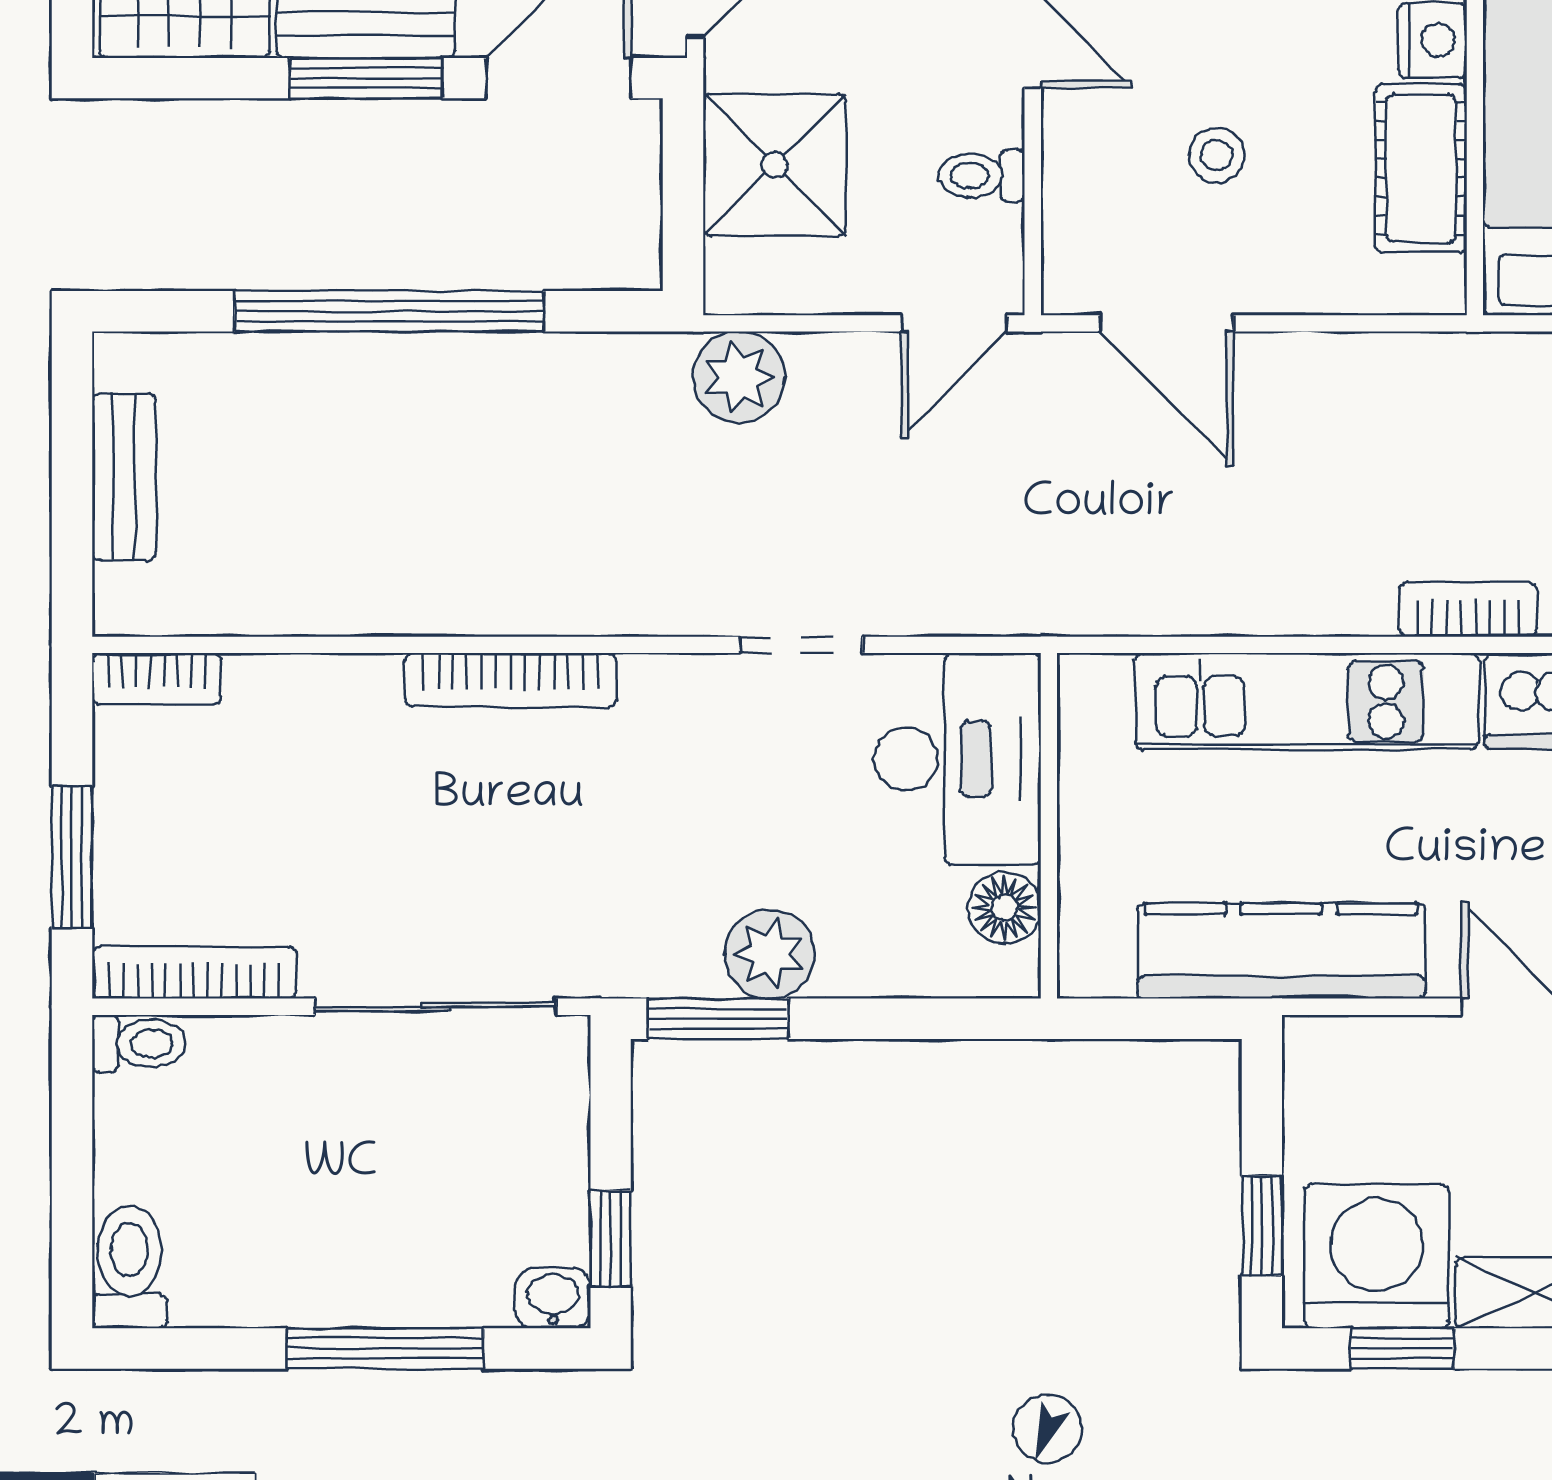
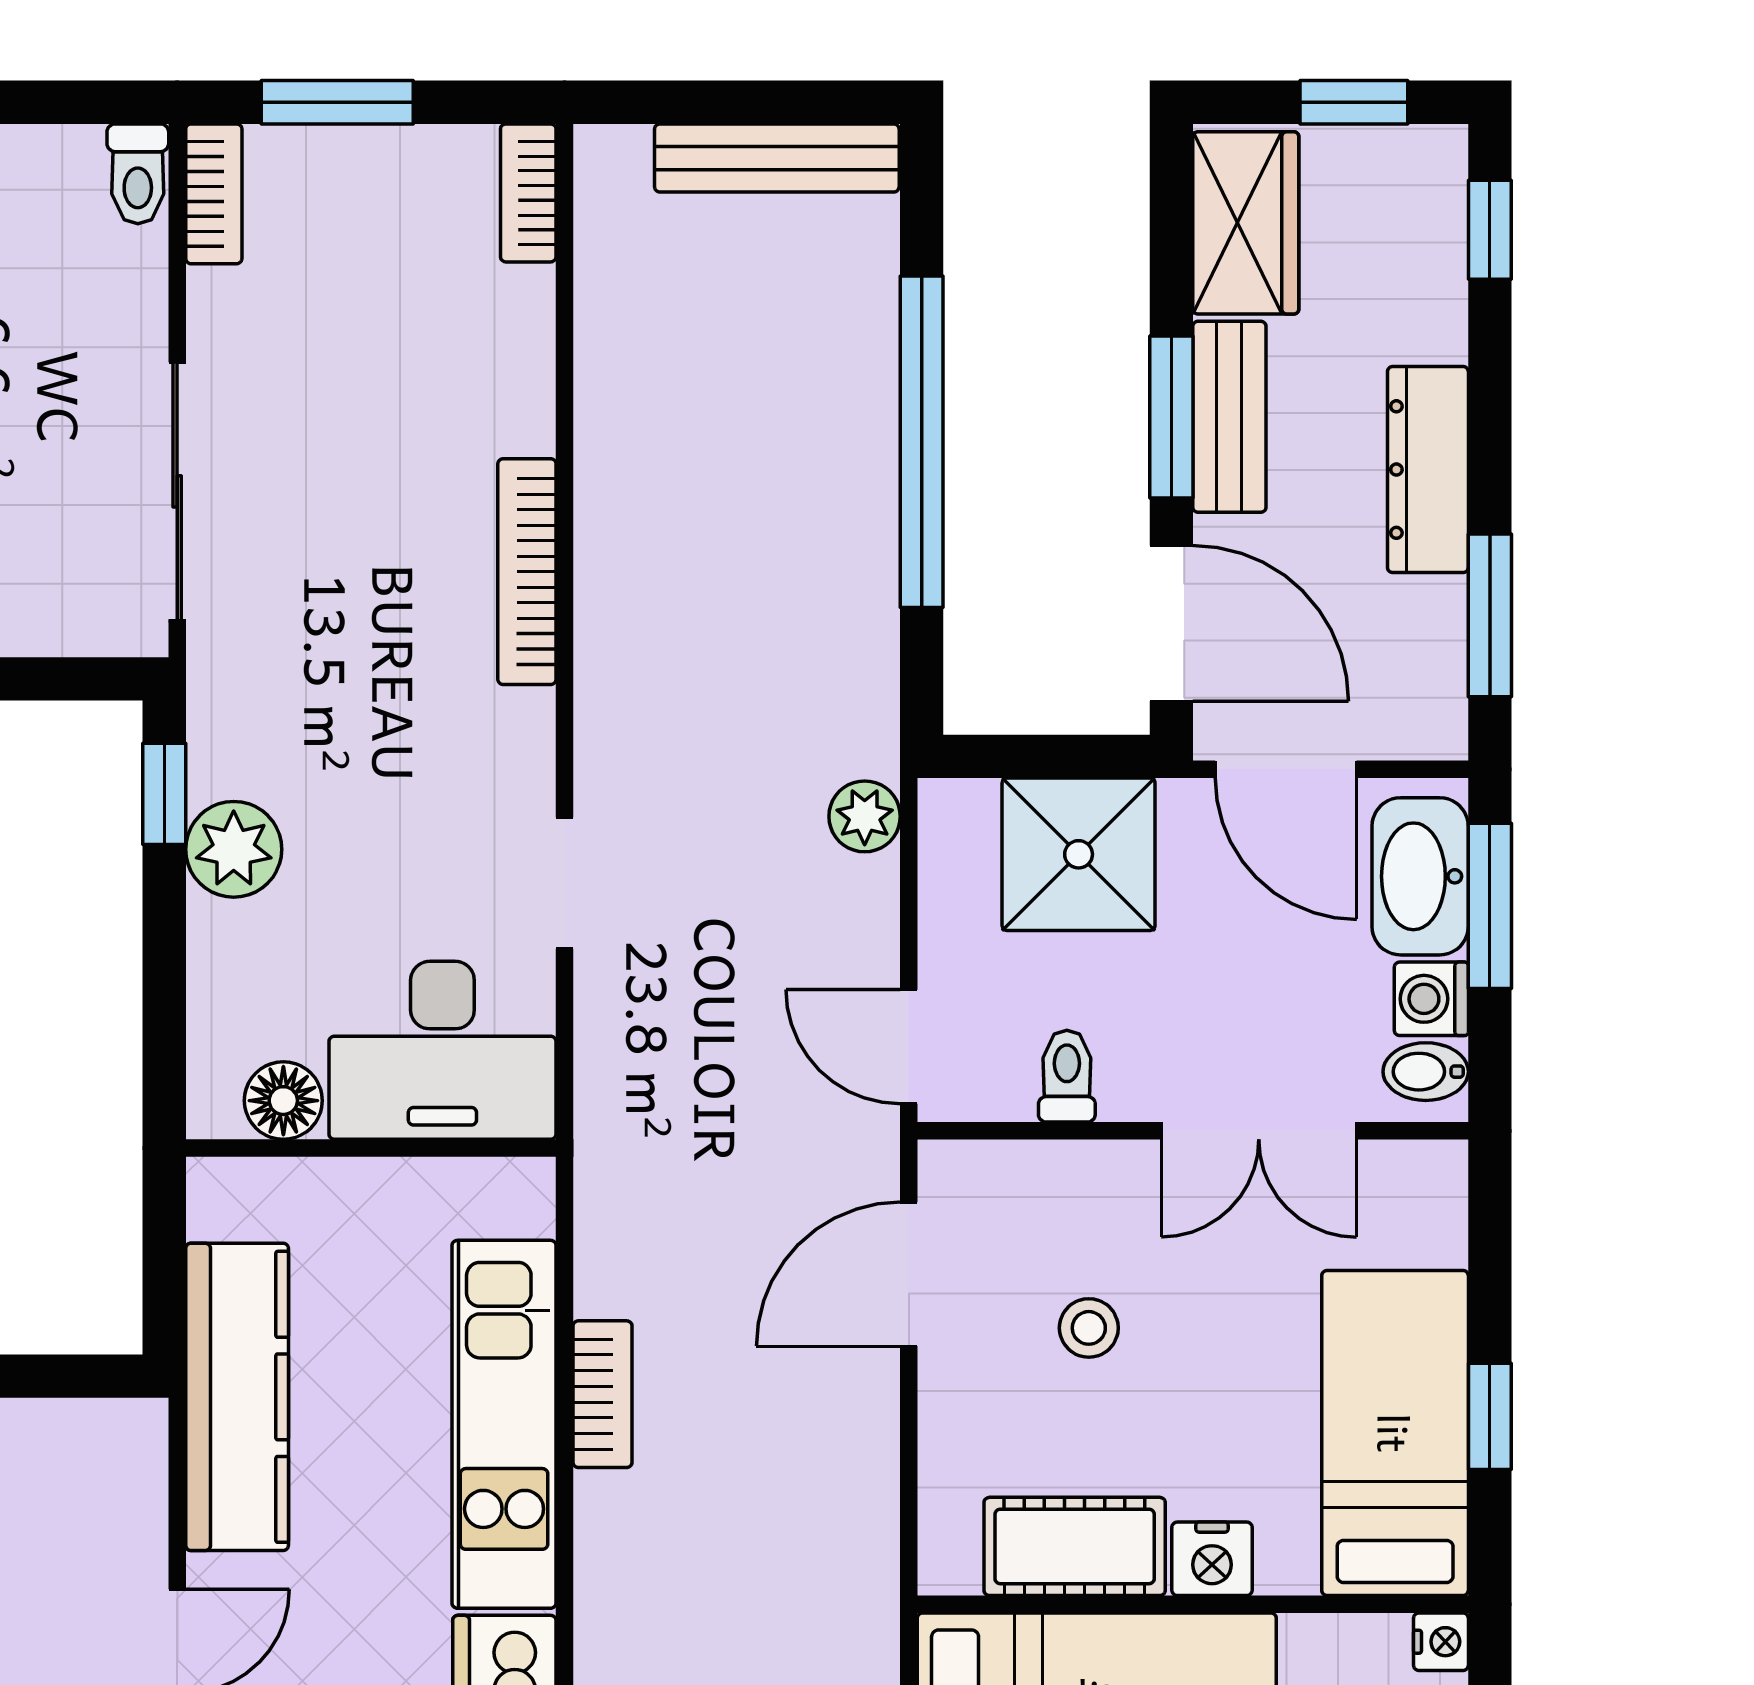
plant: (739, 377) -> (865, 816), width x0.73, depth x0.73
bench: (124, 477) -> (777, 158), width x1.36
bookcase: (1468, 609) -> (602, 1394), moved
bookcase: (194, 973) -> (214, 194), width x0.64
window: (718, 1019) -> (164, 794), width x0.67

